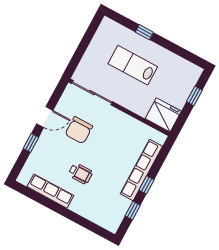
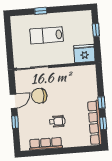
chair: (79, 130) -> (39, 96), turned 90
row of seats: (141, 170) -> (95, 123), moved

